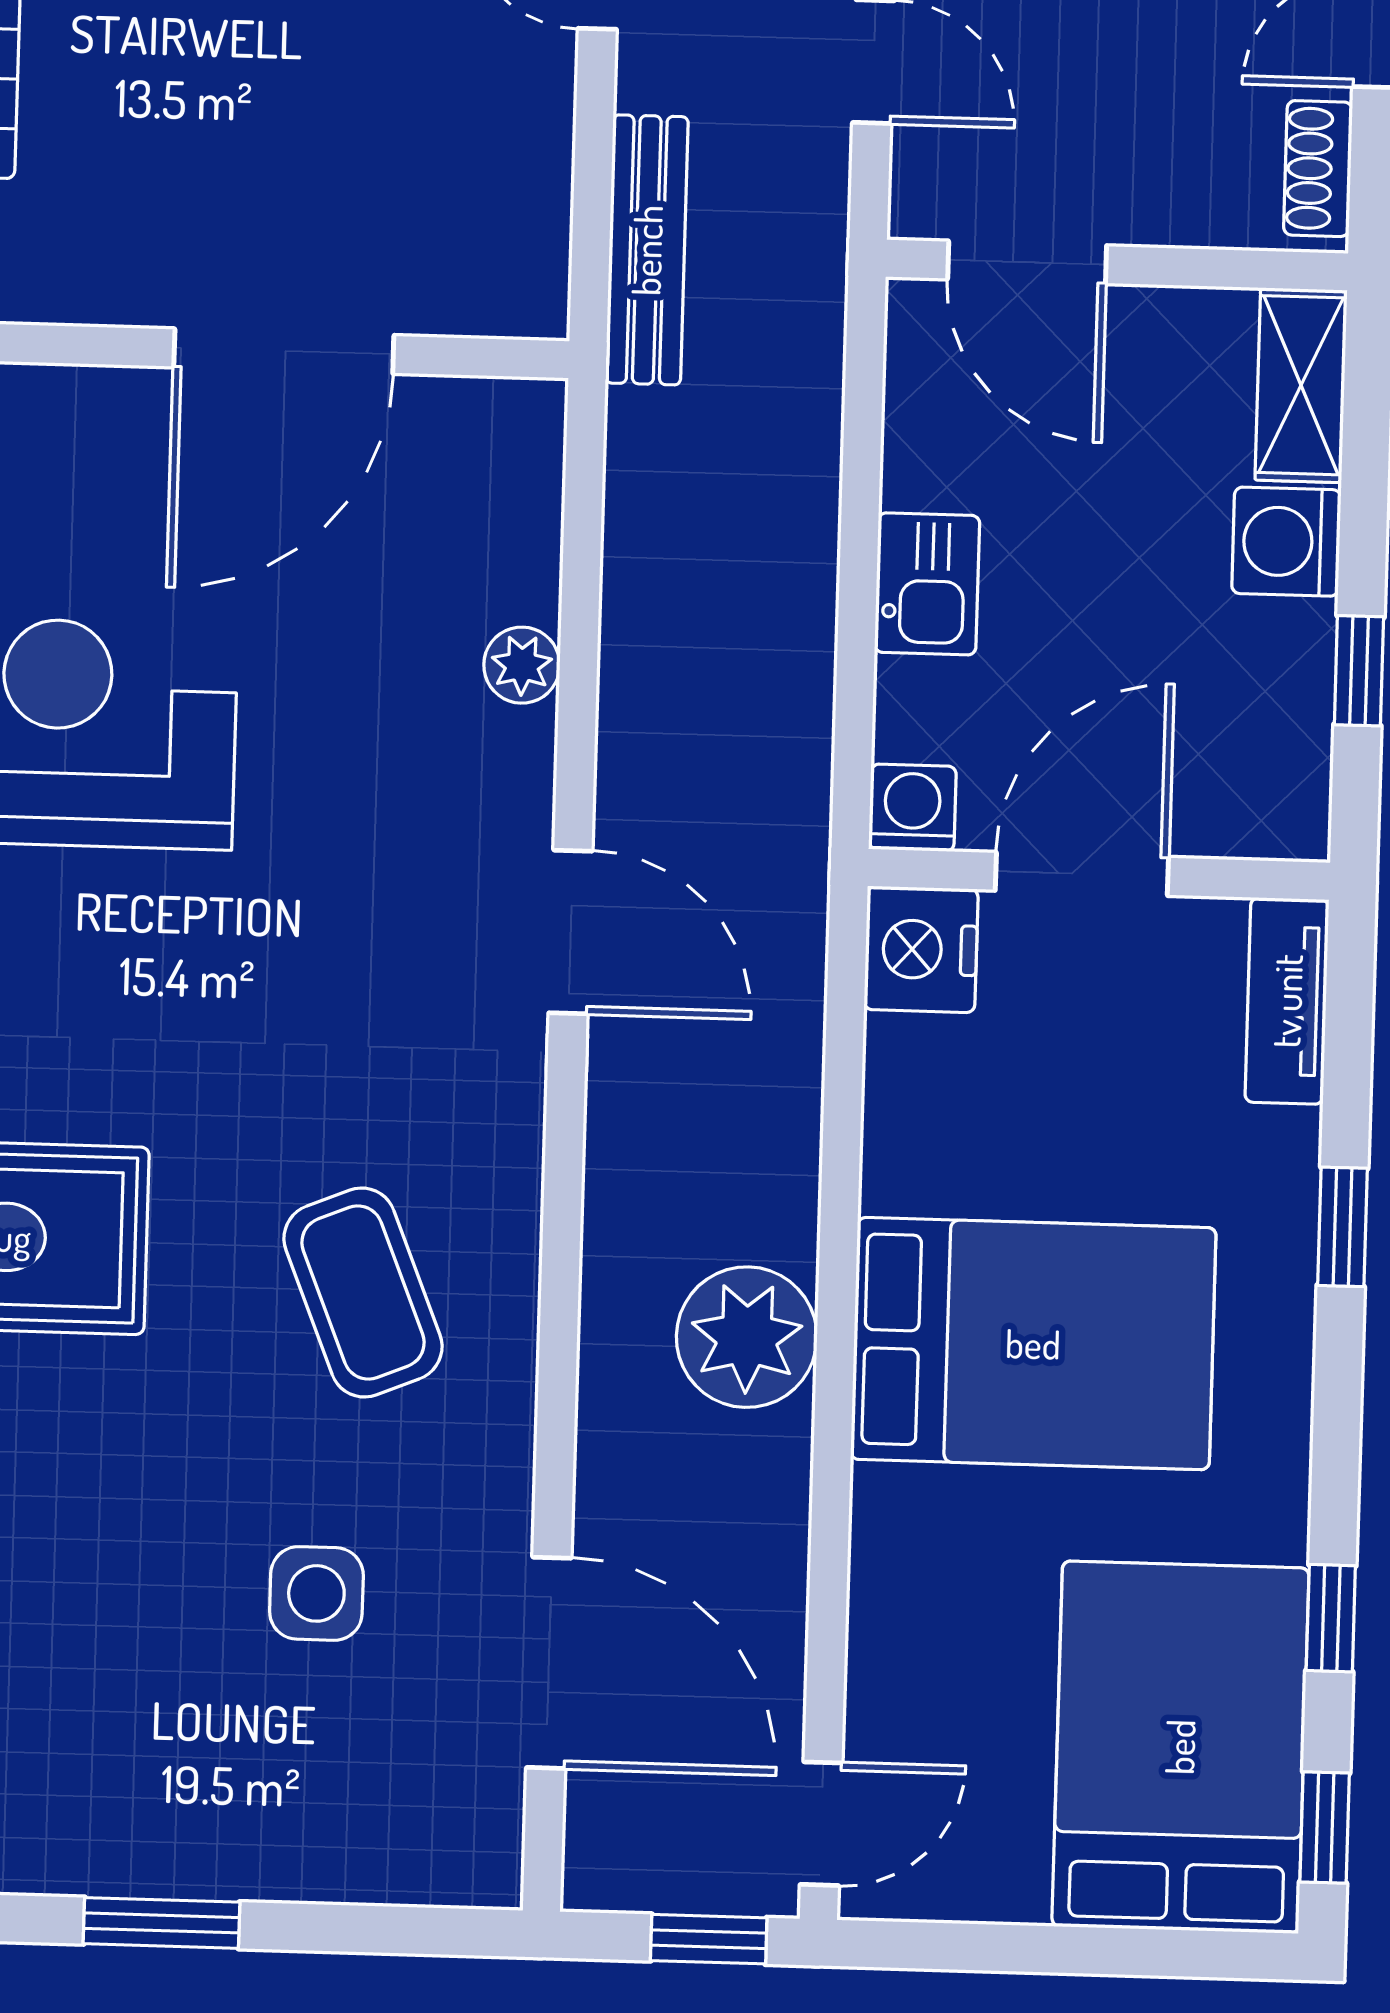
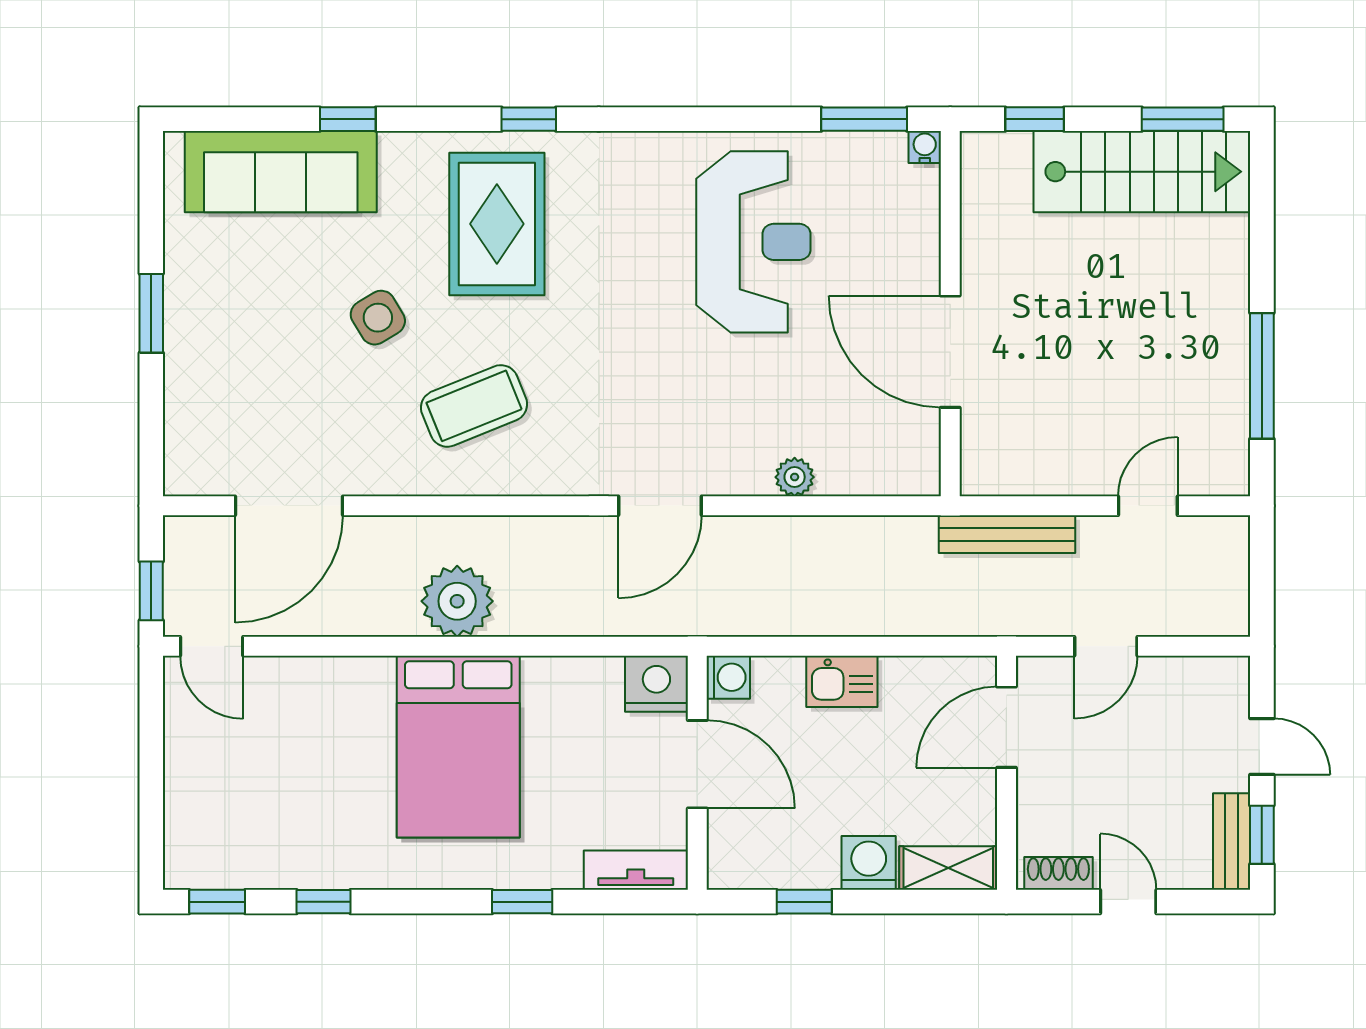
side table: (316, 1593) -> (378, 318), moved, turned -31
bed: (1180, 1747) -> (256, 827), removed

